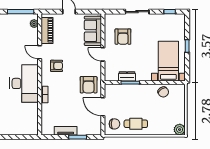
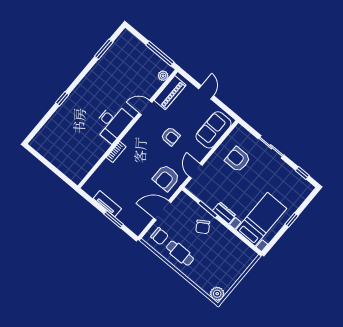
armchair: (123, 37) -> (238, 159), turned 90
door: (40, 52) -> (145, 108), hinge flipped
door: (103, 54) -> (195, 171), moved
armchair: (57, 66) -> (170, 136), moved
dresser: (127, 76) -> (224, 213), moved
desk: (24, 83) -> (113, 123), width x0.73, depth x0.77
chair: (163, 92) -> (203, 227), moved
door: (103, 107) -> (162, 210), hinge flipped

